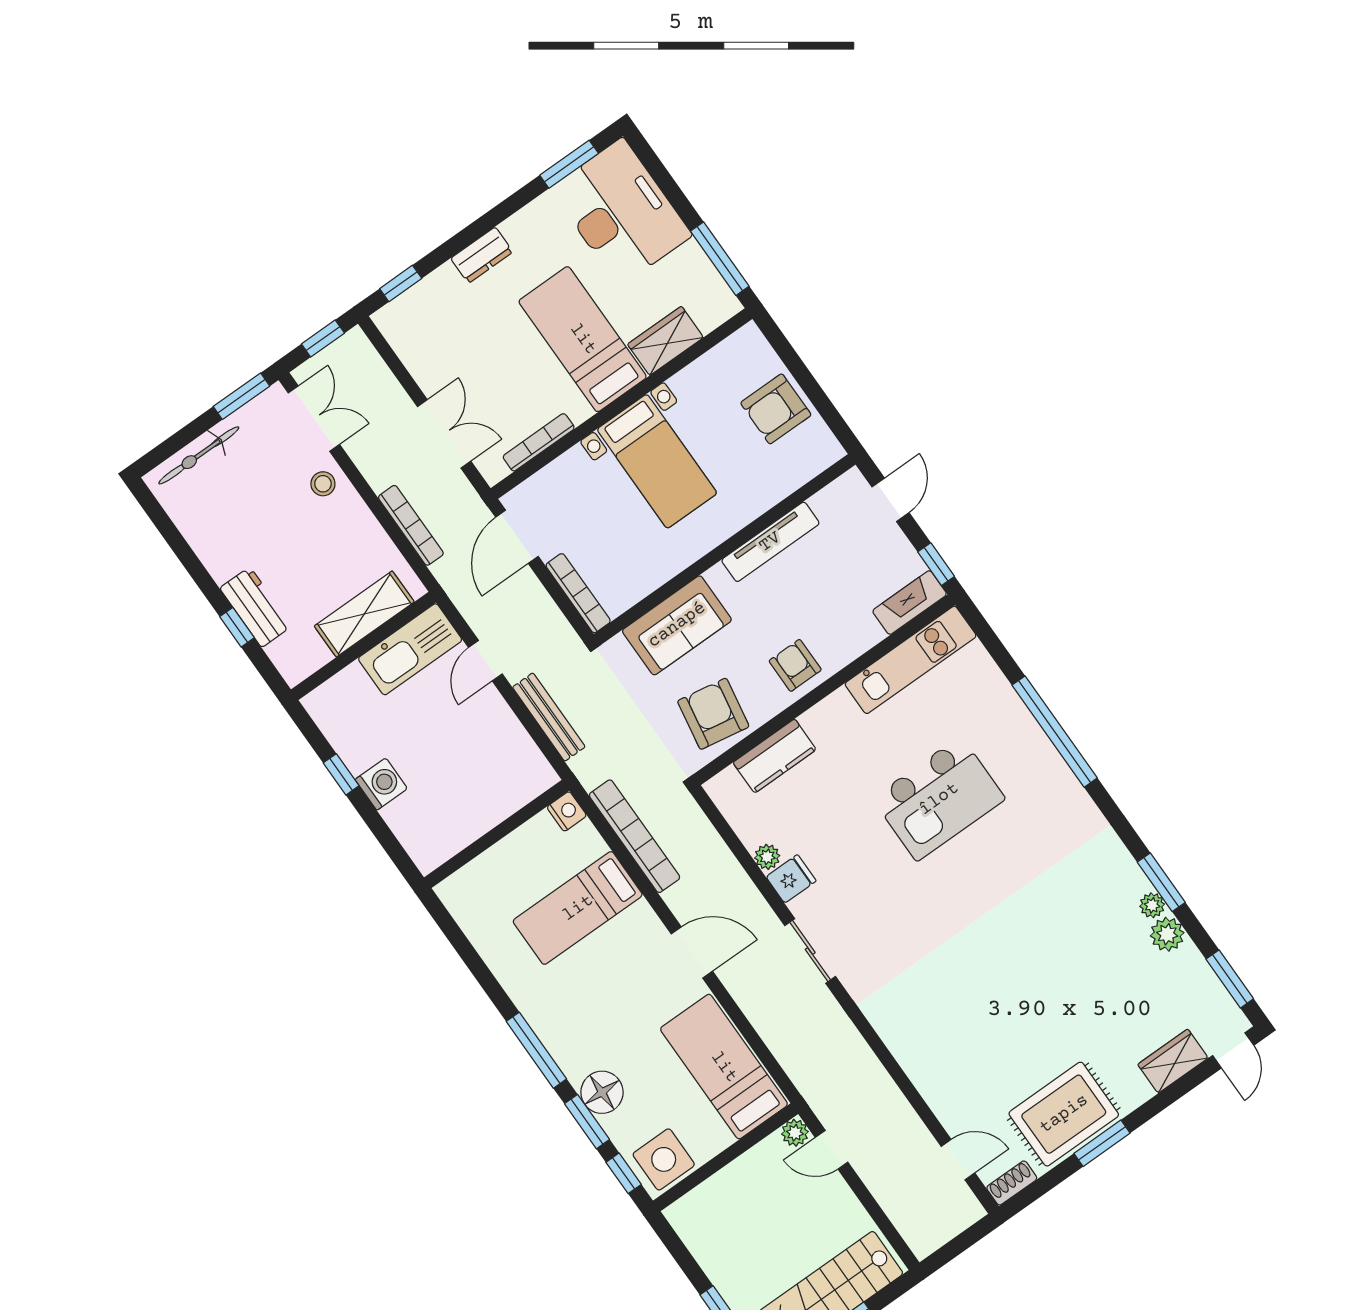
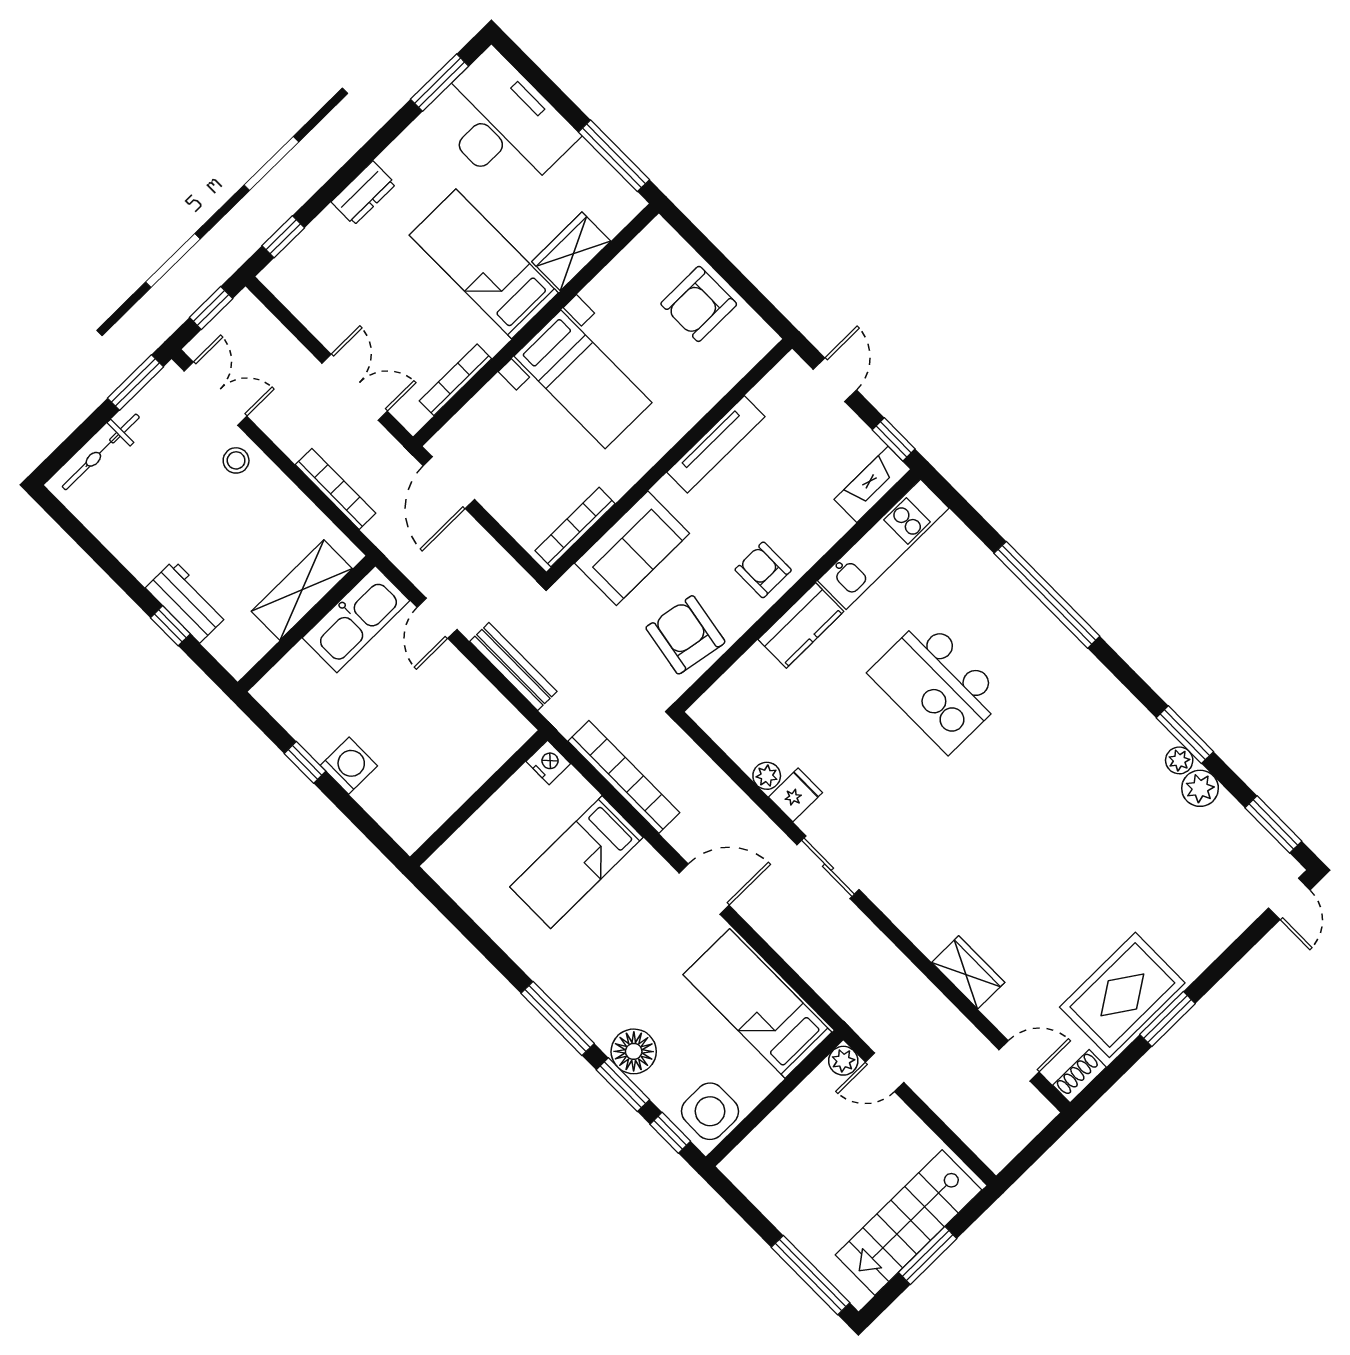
bookcase: (578, 593) -> (575, 527), moved, turned -90
kitchen counter: (775, 756) -> (801, 625), moved
kitchen island: (939, 799) -> (937, 685), turned 90
wardrobe: (1173, 1061) -> (968, 972), moved, turned 90

